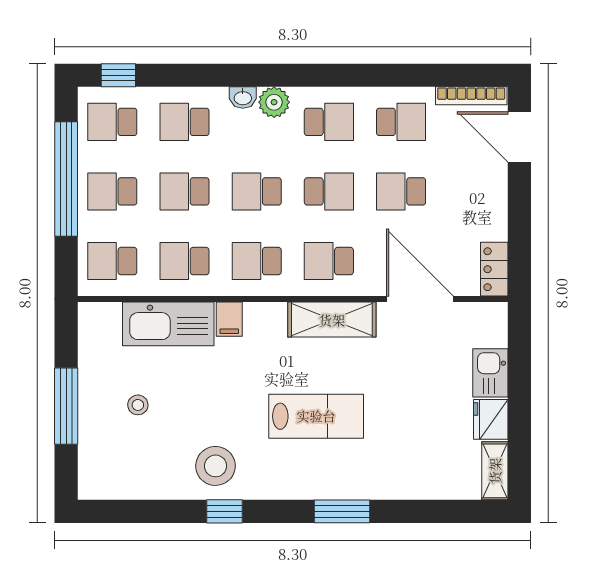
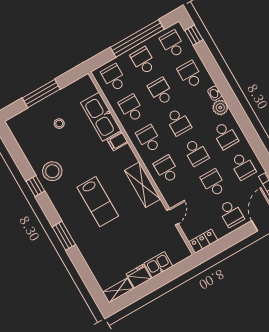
school desk: (257, 191) -> (178, 122), turned 180
school desk: (473, 191) -> (231, 213), added
door: (420, 299) -> (172, 217), width x0.53

